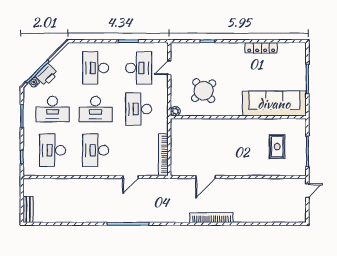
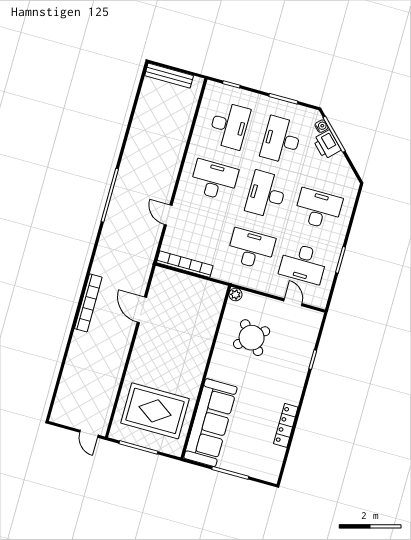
rug: (277, 147) -> (155, 411), width x1.86, depth x2.06
desk: (53, 150) -> (229, 126), turned 90
bench: (28, 209) -> (169, 76), width x1.36

